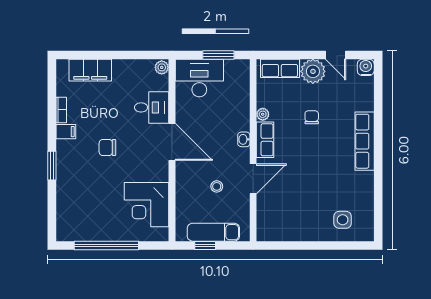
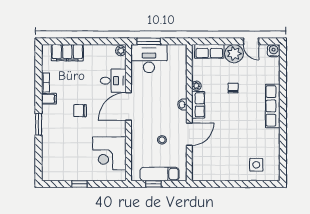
window: (218, 55) -> (149, 41), moved
door: (172, 142) -> (128, 106), swing flipped
window: (106, 245) -> (79, 184), width x0.32

